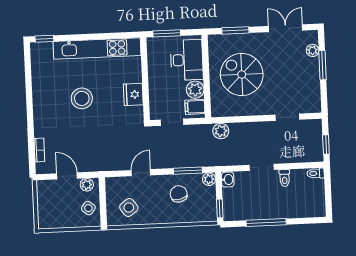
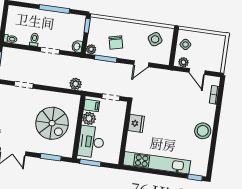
window: (167, 33) -> (90, 163), moved
stool: (82, 98) -> (203, 131), moved

